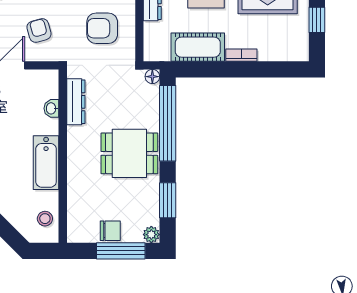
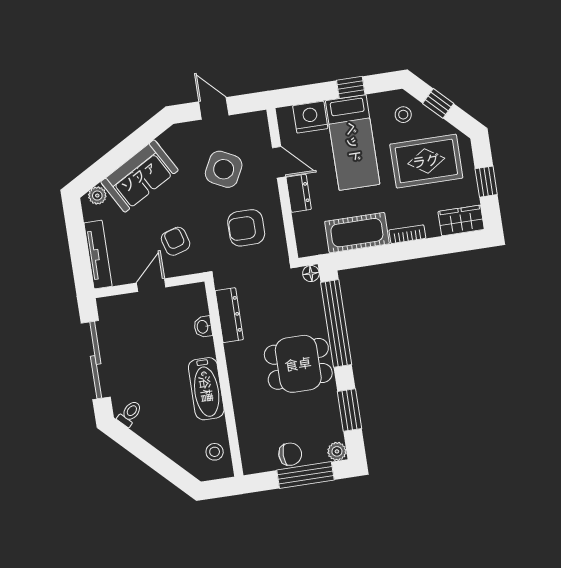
wardrobe: (290, 50) -> (461, 220), added

